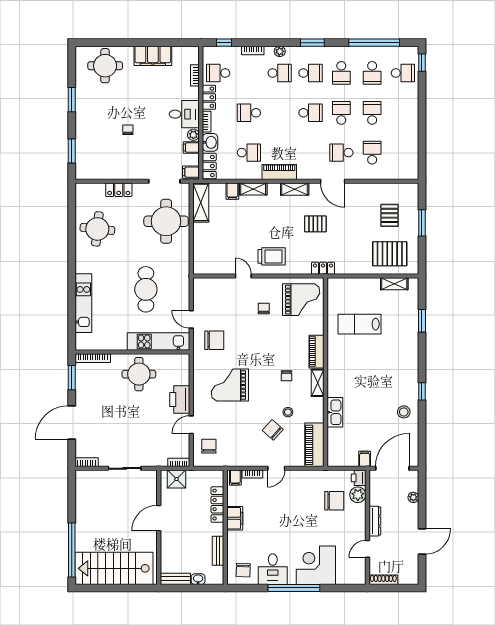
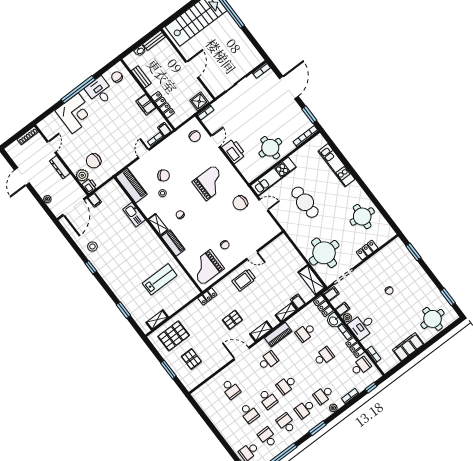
window: (72, 100) -> (448, 297), moved
school desk: (341, 153) -> (268, 361), moved

